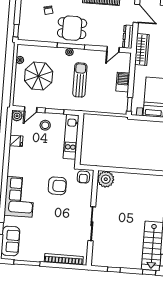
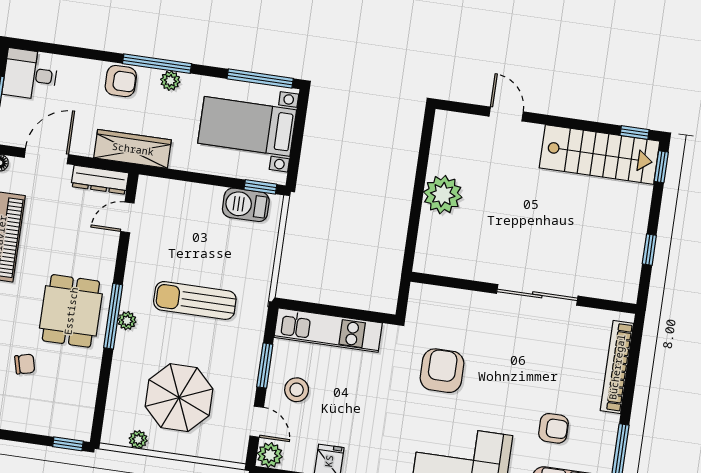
door: (113, 49) -> (127, 217), swing flipped
barbecue: (123, 82) -> (246, 205), moved
armchair: (83, 177) -> (554, 428), moved
plant: (106, 179) -> (443, 195), moved

